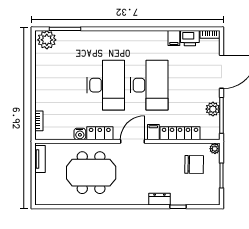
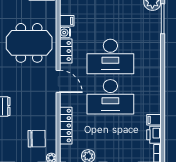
filing cabinet: (153, 132) -> (67, 21), moved
chair: (194, 164) -> (37, 139), turned -92
meeting table: (91, 173) -> (29, 43), turned 90

